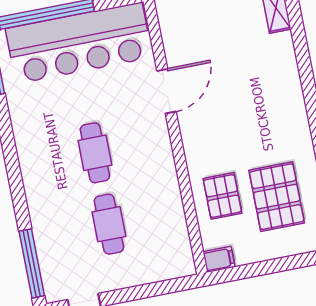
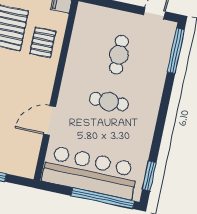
cafe table: (95, 153) -> (109, 102), turned 90

